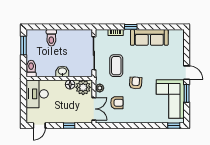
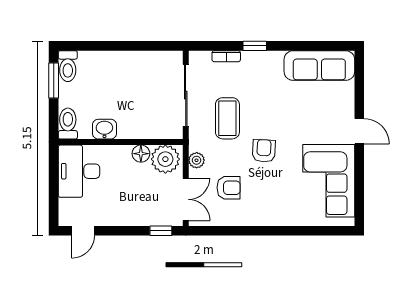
sofa: (149, 37) -> (319, 66), moved
toilet: (51, 38) -> (68, 66), moved
washbasin: (62, 71) -> (104, 129), moved
window: (187, 93) -> (359, 170), removed
window: (69, 126) -> (161, 231), moved
window: (174, 126) -> (335, 231), removed

